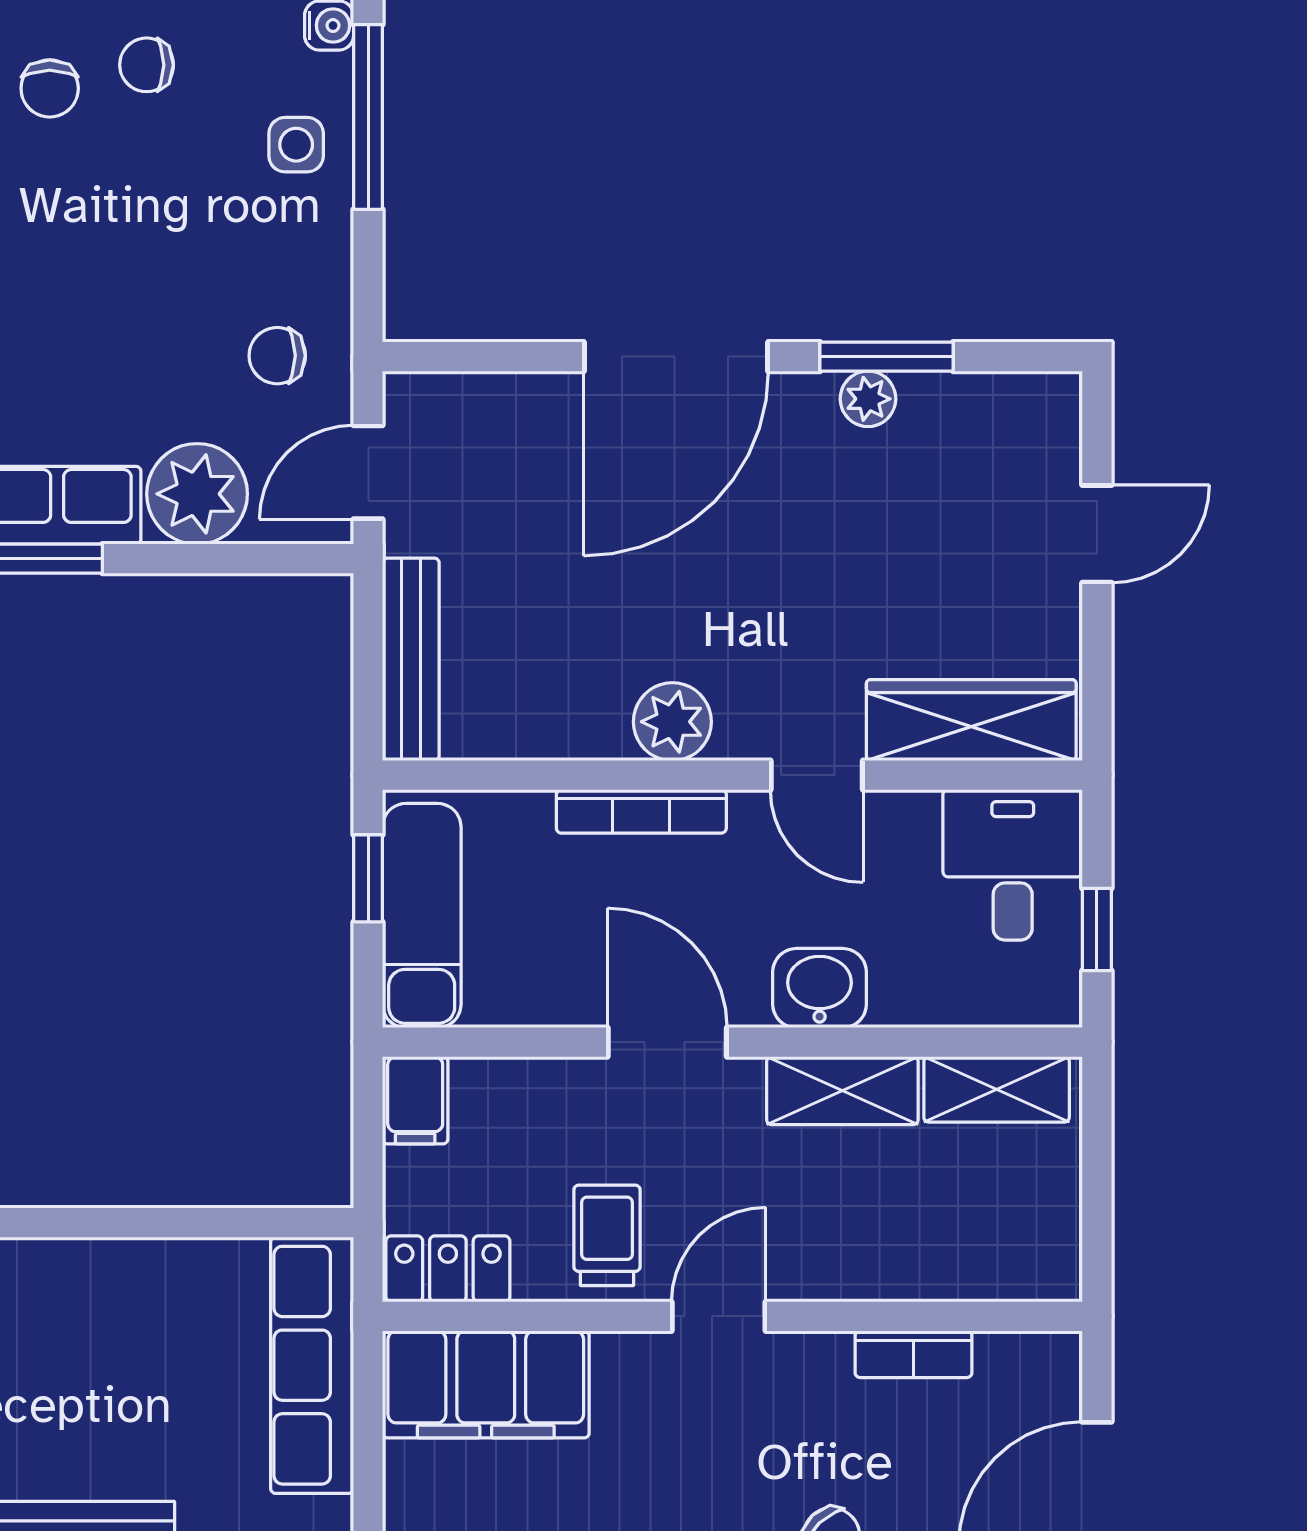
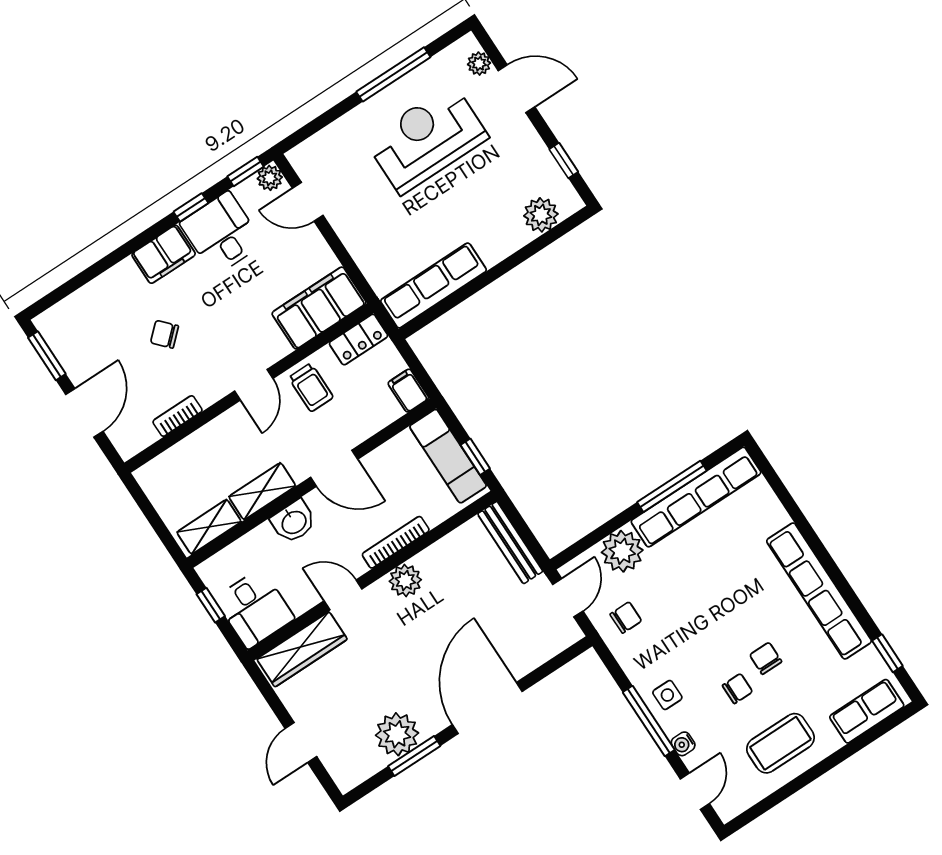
plant: (868, 399) -> (397, 734), width x1.88, depth x1.88
row of seats: (312, 1365) -> (433, 285), moved, turned -90

